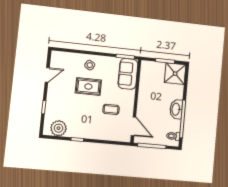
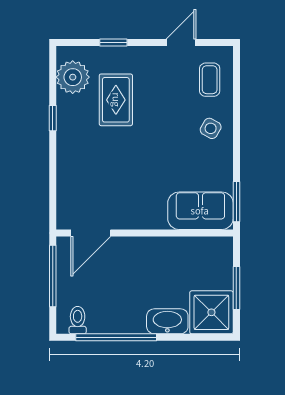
door: (47, 75) -> (181, 43), swing flipped
rug: (88, 87) -> (116, 100), moved
coffee table: (111, 109) -> (210, 80), moved
washbasin: (176, 109) -> (167, 321), moved

